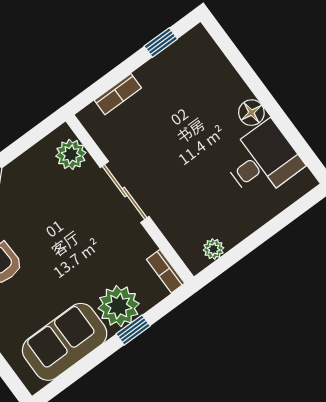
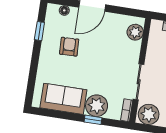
sliding door: (125, 192) -> (139, 82), moved
plant: (214, 249) -> (149, 114), width x1.87, depth x1.87

